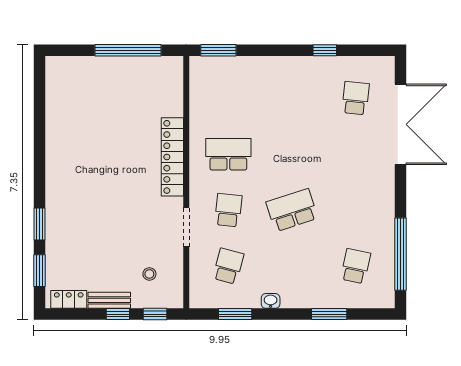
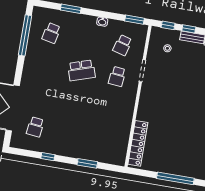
window: (128, 50) -> (175, 178), moved
window: (218, 50) -> (87, 163), moved
school desk: (228, 154) -> (112, 108), removed
locker: (172, 157) -> (138, 143), moved
window: (235, 314) -> (134, 20), moved

